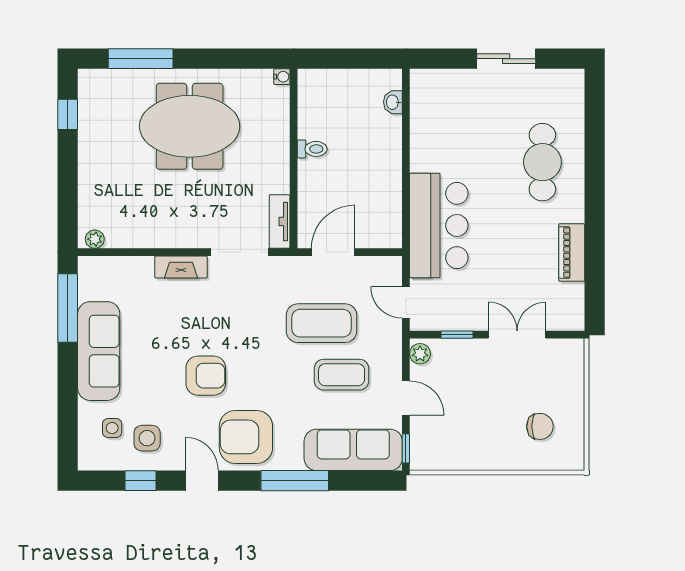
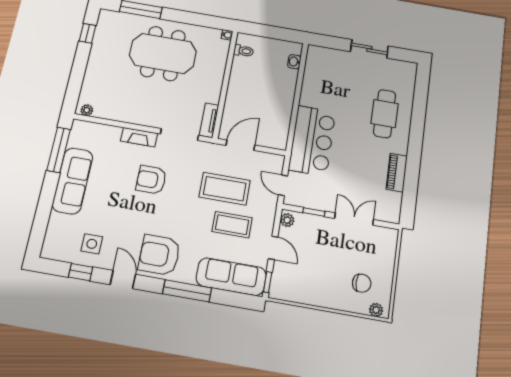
toilet: (312, 149) -> (244, 51), moved
armchair: (206, 376) -> (151, 180), moved, turned 180
side table: (112, 428) -> (70, 233), removed
plant: (565, 461) -> (376, 310), added

